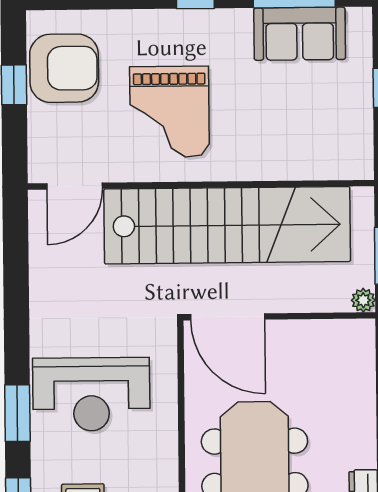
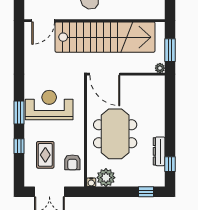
reception desk: (91, 394) -> (49, 105), turned 180

